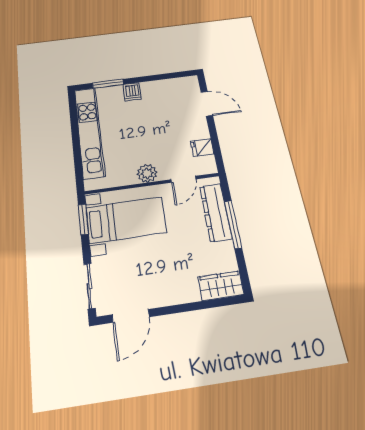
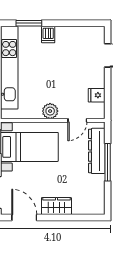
wardrobe: (221, 286) -> (56, 206), moved
door: (131, 316) -> (24, 218), swing flipped

